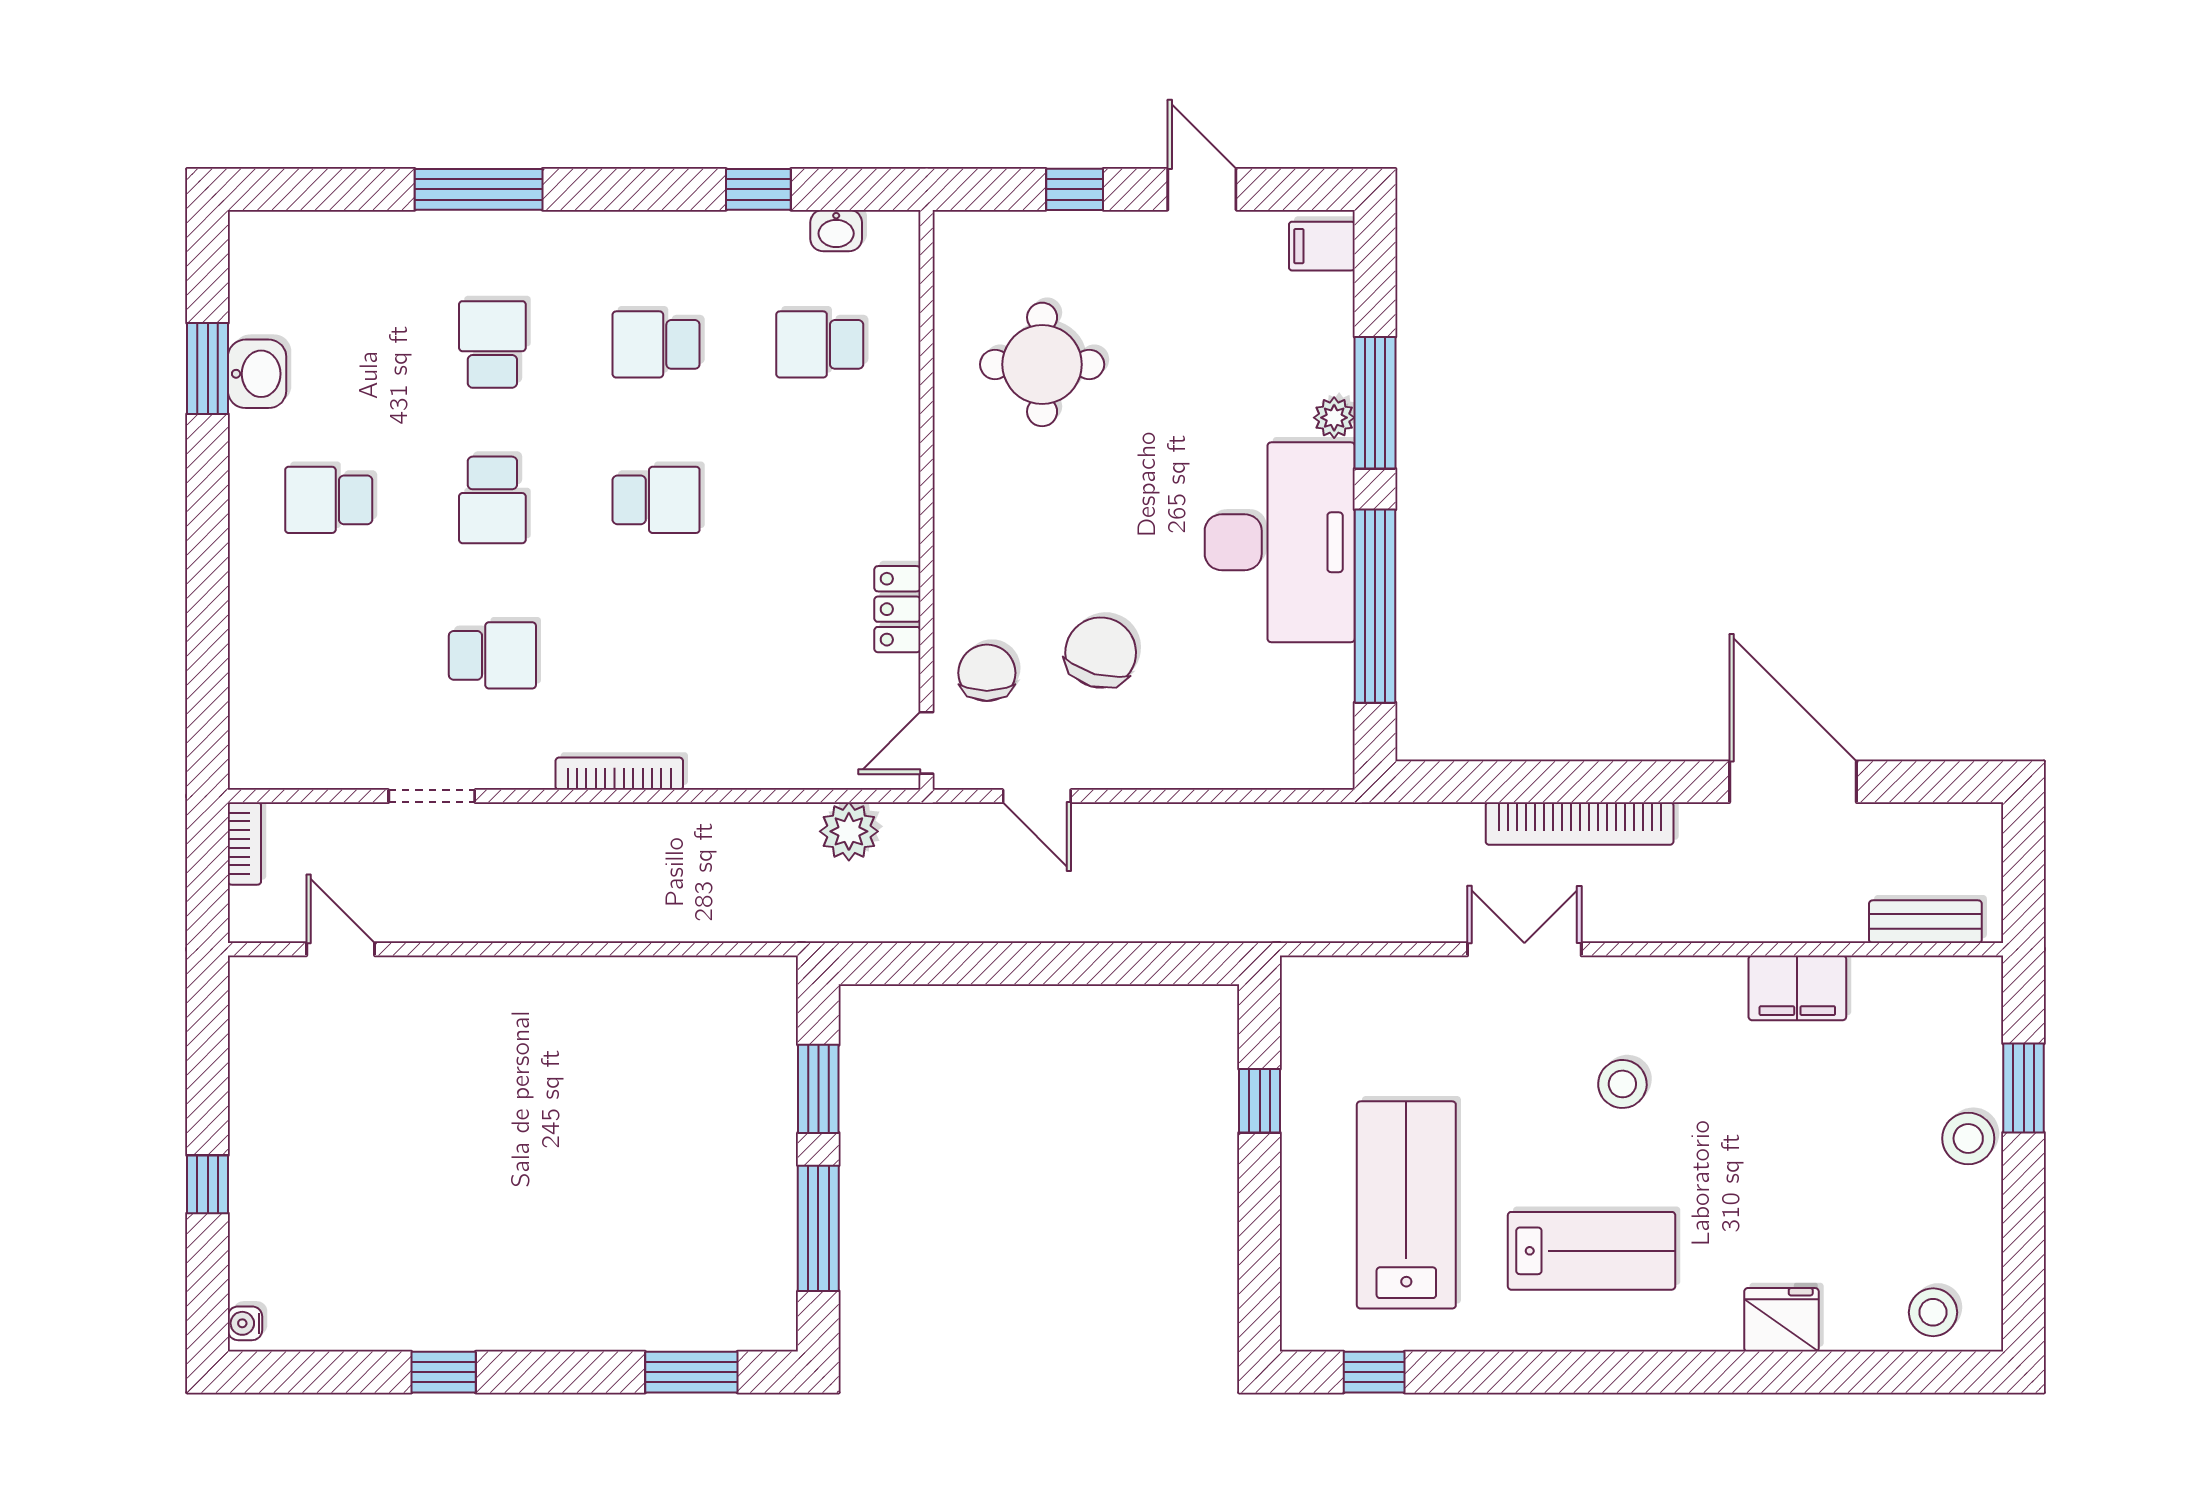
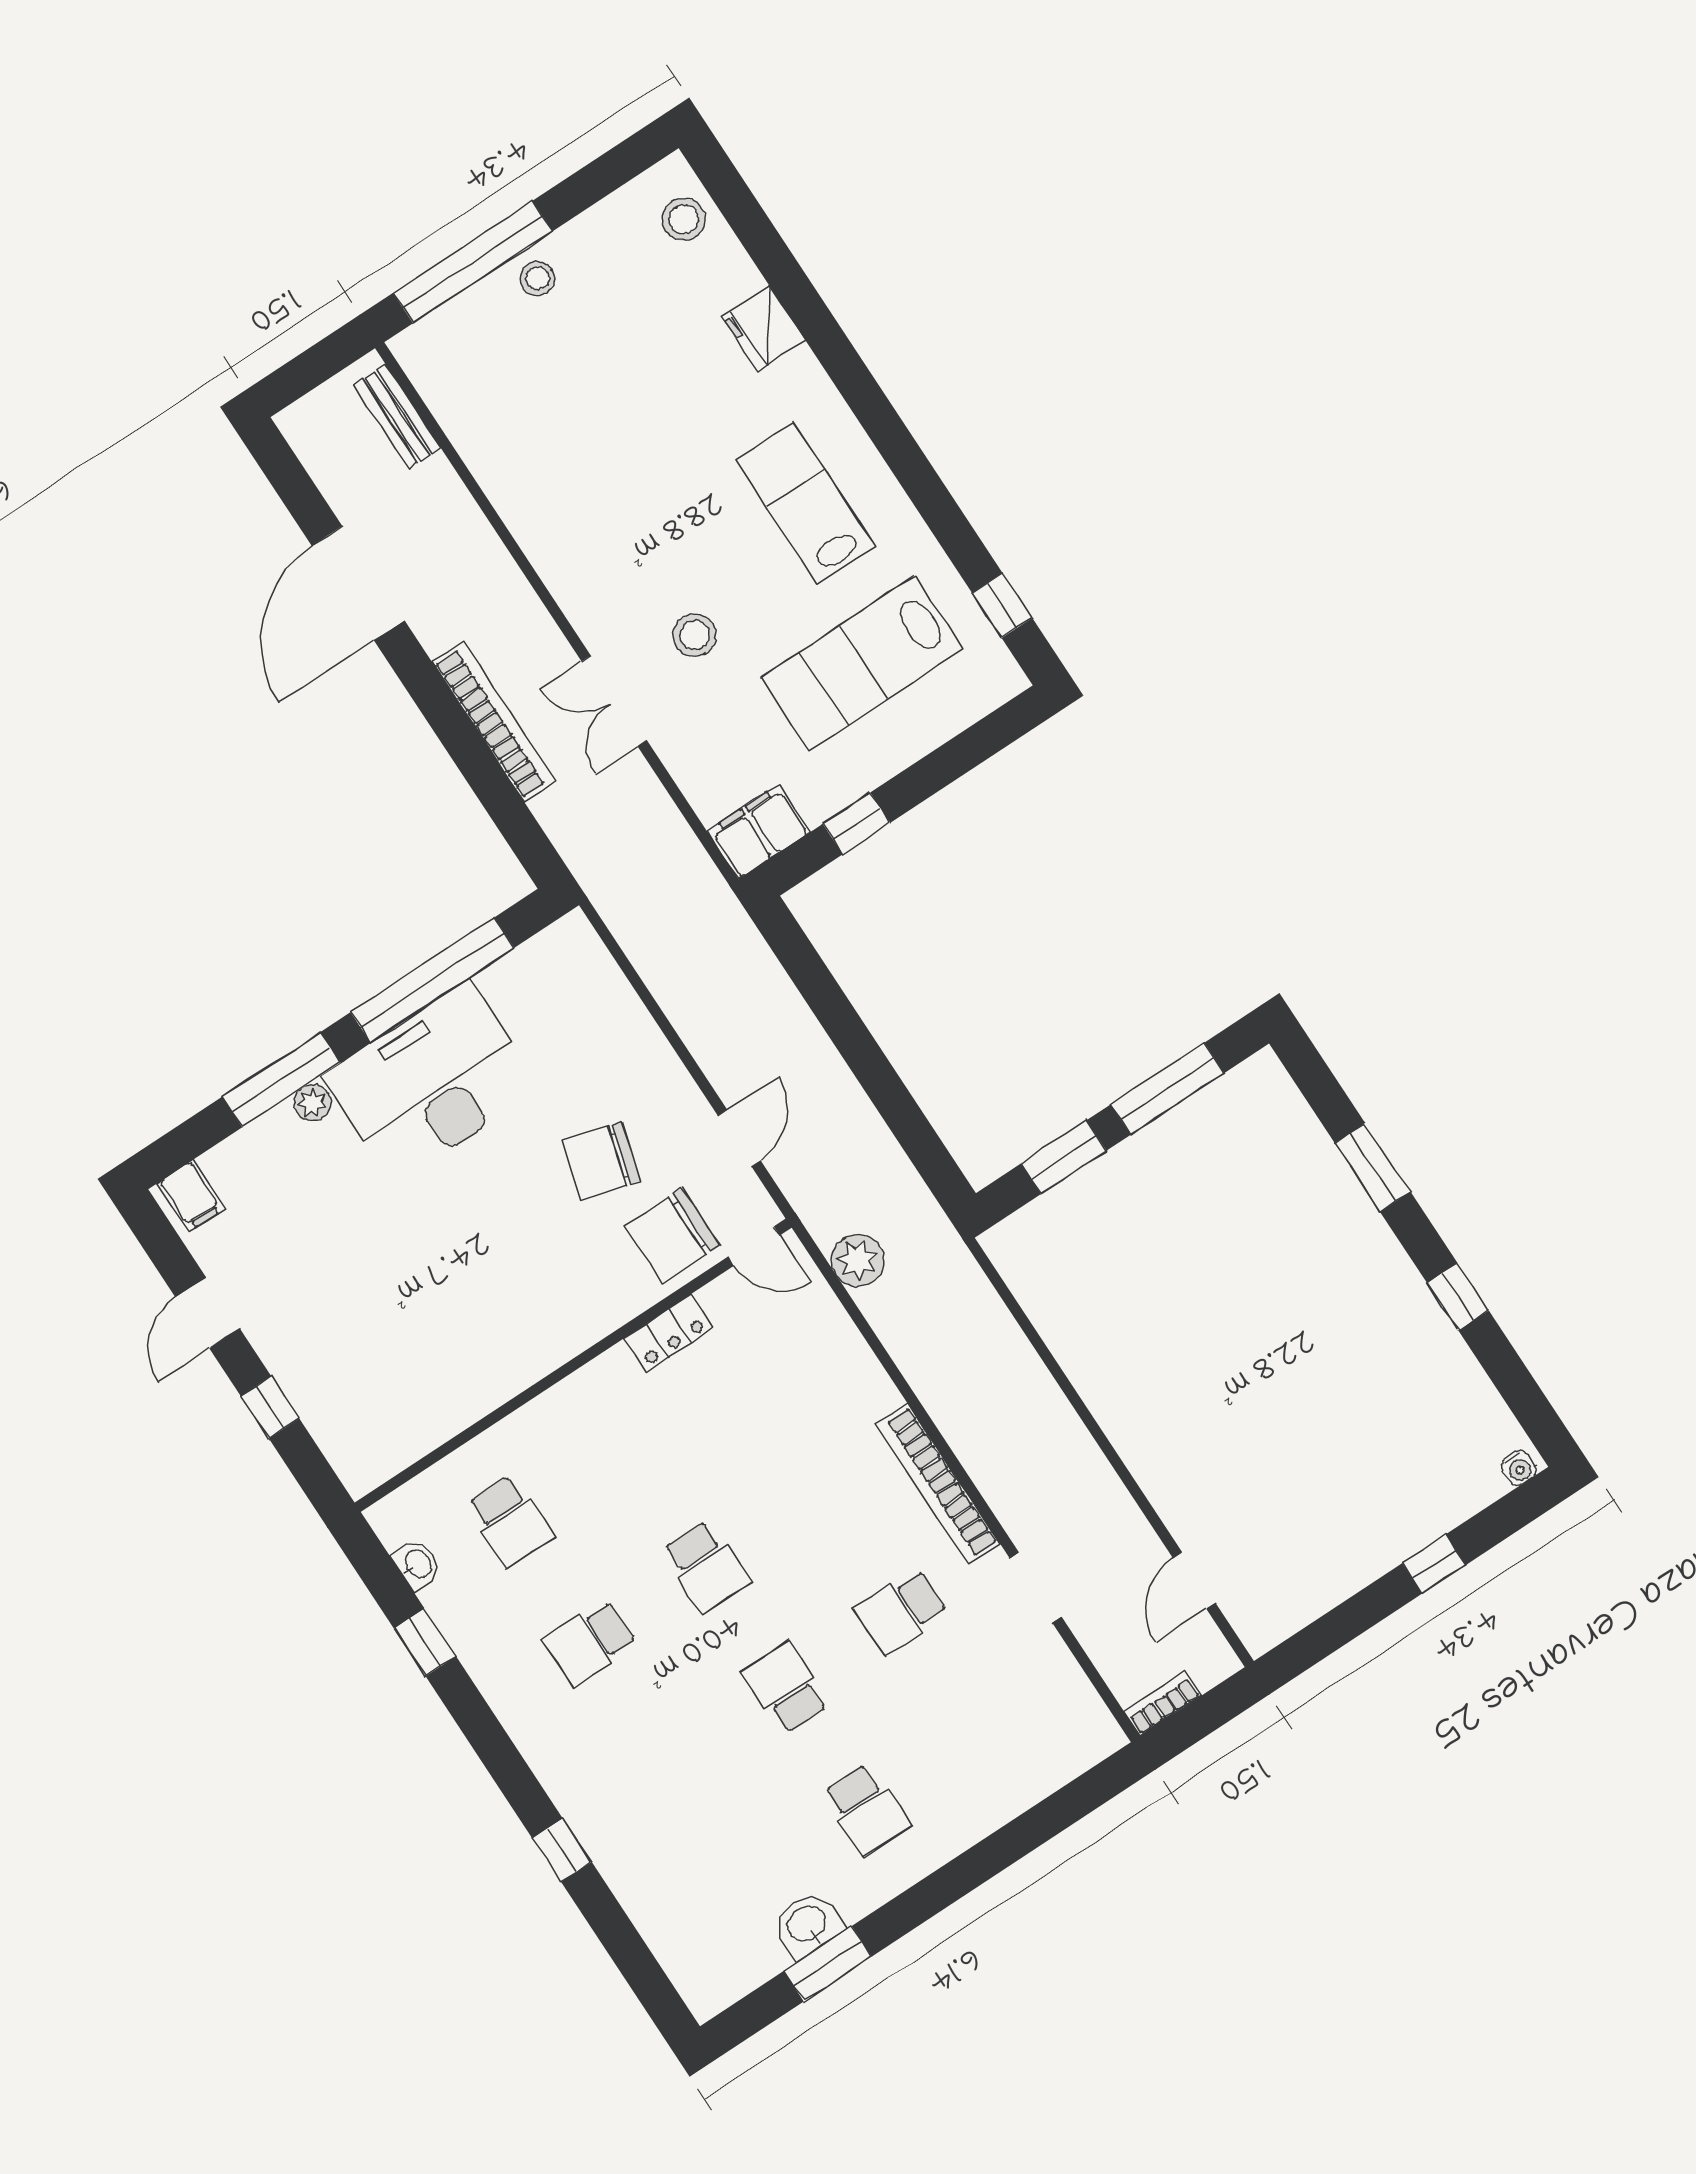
window: (479, 189) -> (562, 1850), width x0.46
school desk: (492, 344) -> (670, 1764), removed
school desk: (656, 344) -> (590, 1642), turned 90
round table: (1042, 364) -> (416, 1346), removed
school desk: (492, 500) -> (786, 1688), turned -90
school desk: (656, 500) -> (706, 1566), turned 180
school desk: (492, 655) -> (901, 1612), turned -90
chair: (987, 673) -> (672, 1236), width x1.37, depth x1.37
bookcase: (619, 774) -> (938, 1485), width x1.48, depth x1.31
filing cabinet: (1797, 988) -> (759, 831), moved, turned -90
stool: (1622, 1084) -> (694, 635), moved
window: (2024, 1088) -> (473, 262), width x2.11
stool: (1968, 1138) -> (537, 278), width x0.73, depth x0.73
window: (691, 1372) -> (1373, 1167), moved

